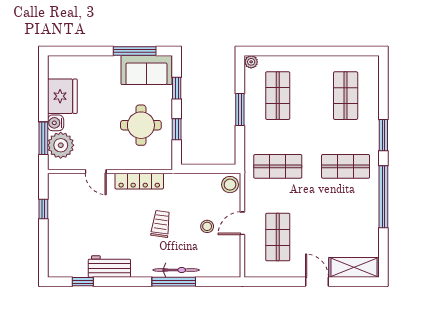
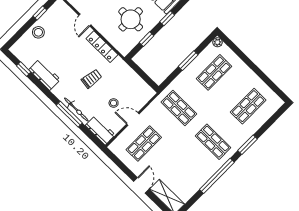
stool: (230, 185) -> (38, 32), moved
workbench: (221, 267) -> (100, 130), added

